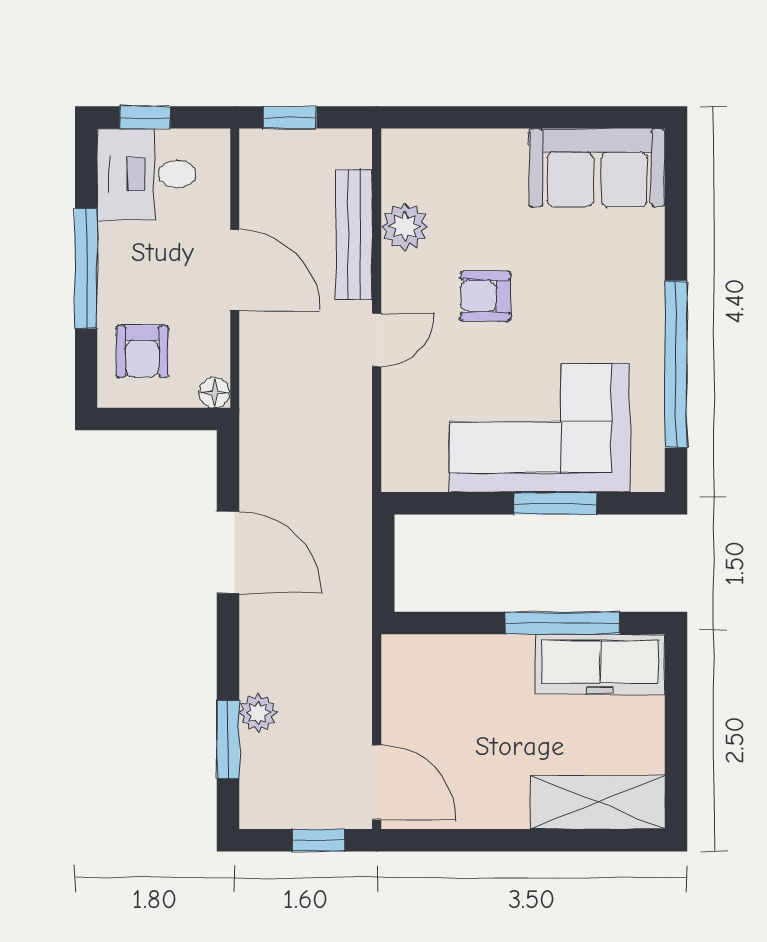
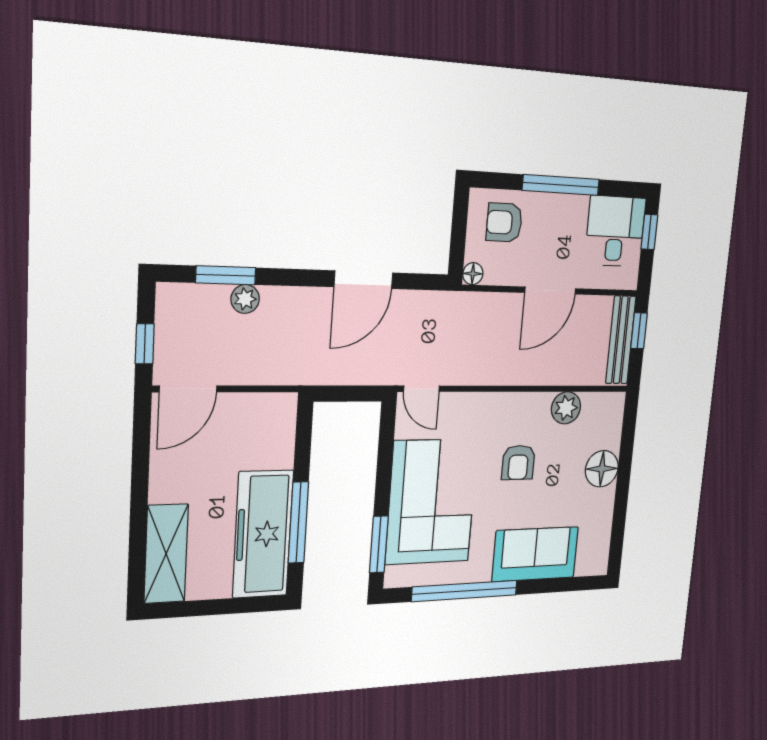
floor lamp: (498, 156) -> (602, 469), added
sofa: (597, 168) -> (535, 554), moved, turned 90
bench: (354, 235) -> (621, 340), moved, turned 90
armchair: (485, 296) -> (518, 463), turned 180
door: (377, 340) -> (422, 389), moved
window: (555, 503) -> (379, 544), moved
freezer: (600, 664) -> (263, 534), width x1.36, depth x1.26

